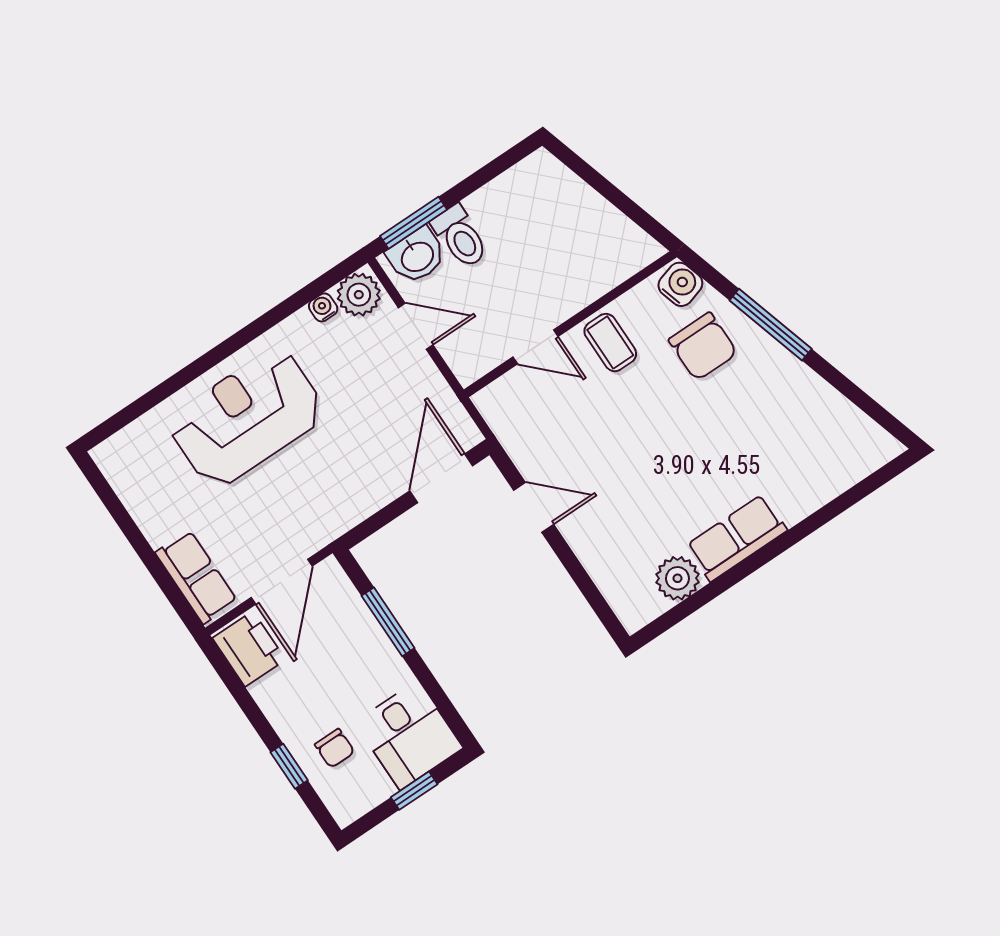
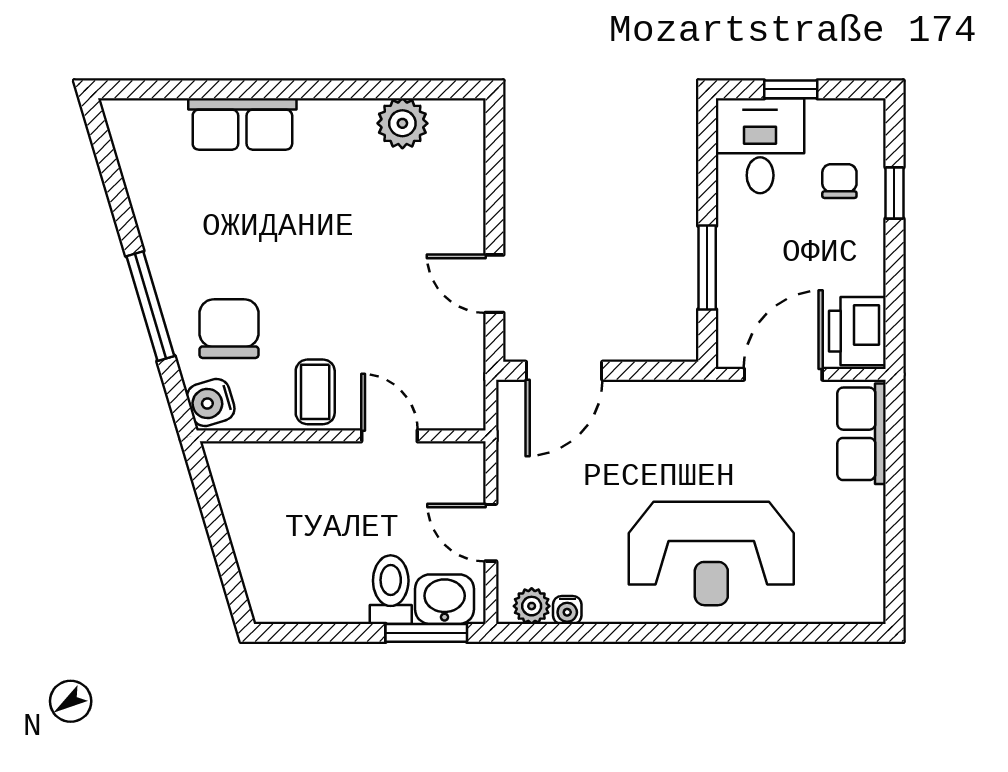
plant: (359, 295) -> (532, 606), width x0.73, depth x0.73
row of seats: (737, 538) -> (242, 124), moved

